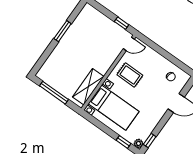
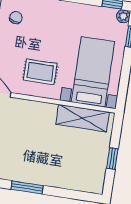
rug: (130, 75) -> (40, 72), turned 90
window: (54, 93) -> (112, 159), width x0.46

